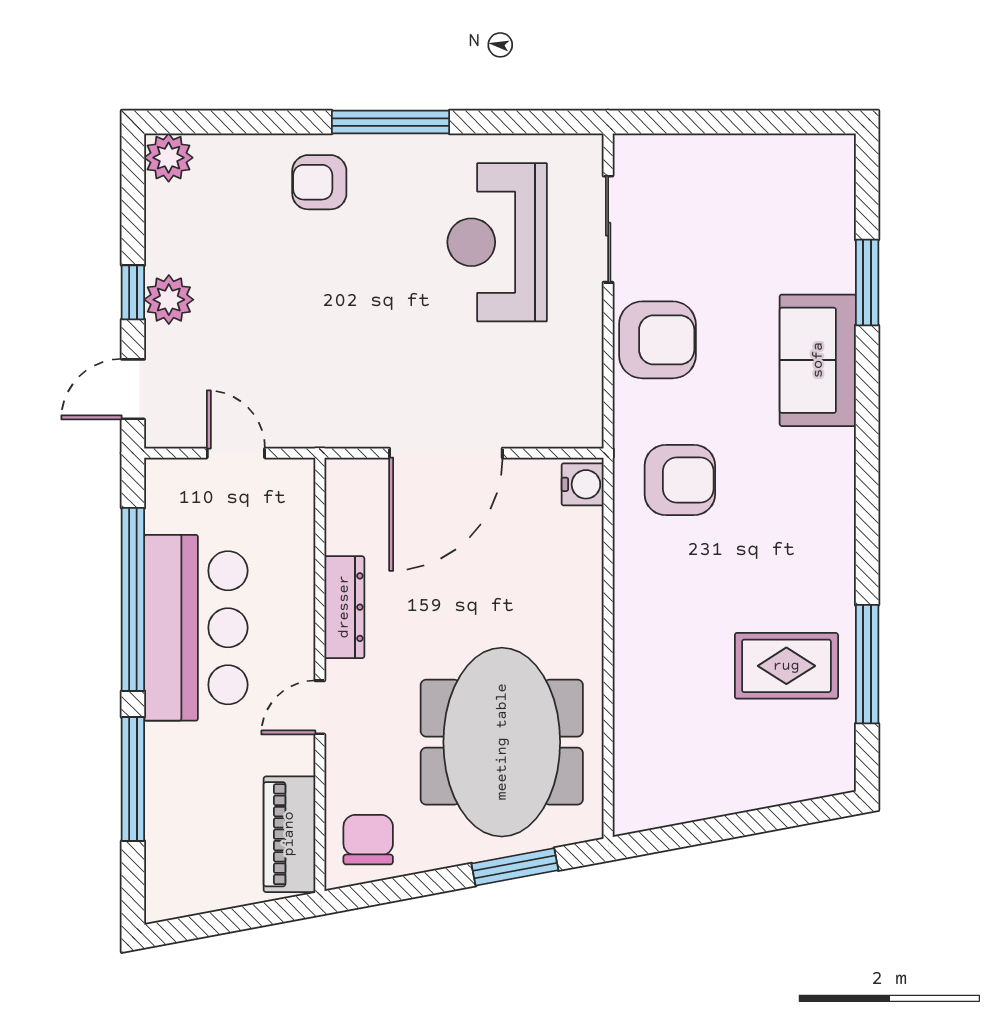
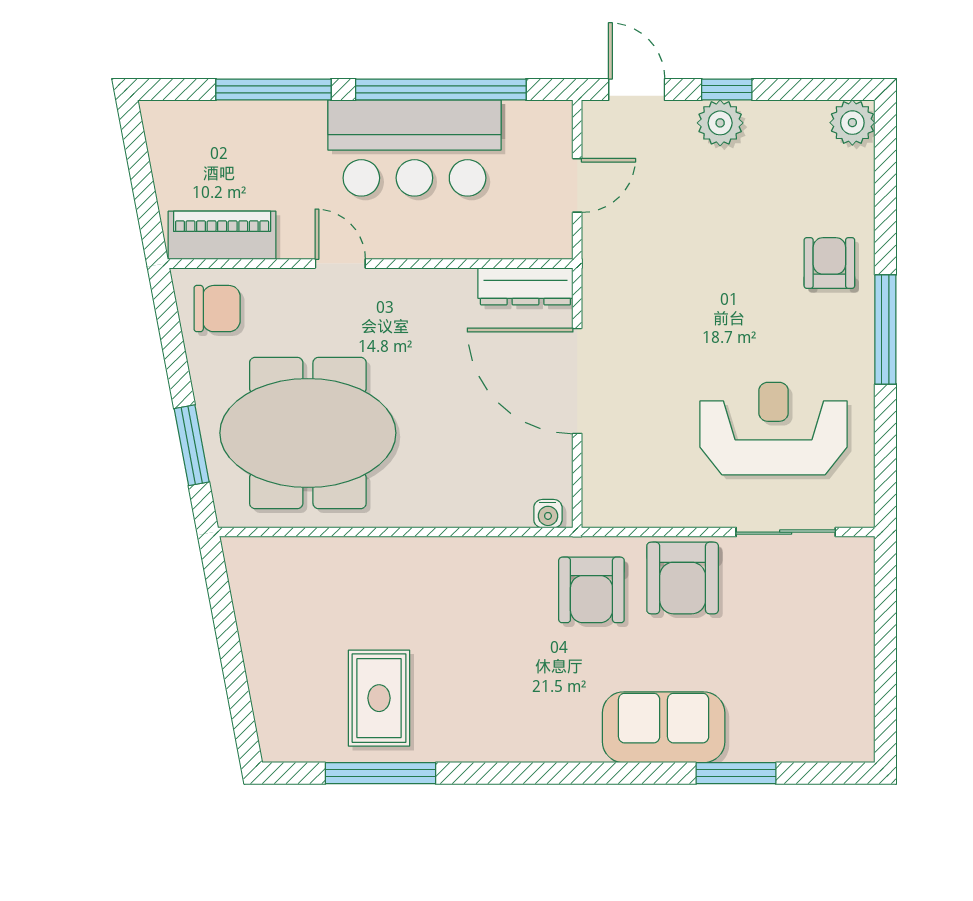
armchair: (680, 480) -> (591, 590), moved
water cooler: (583, 484) -> (548, 514), width x0.72, depth x0.72
dresser: (344, 607) -> (525, 286), moved

